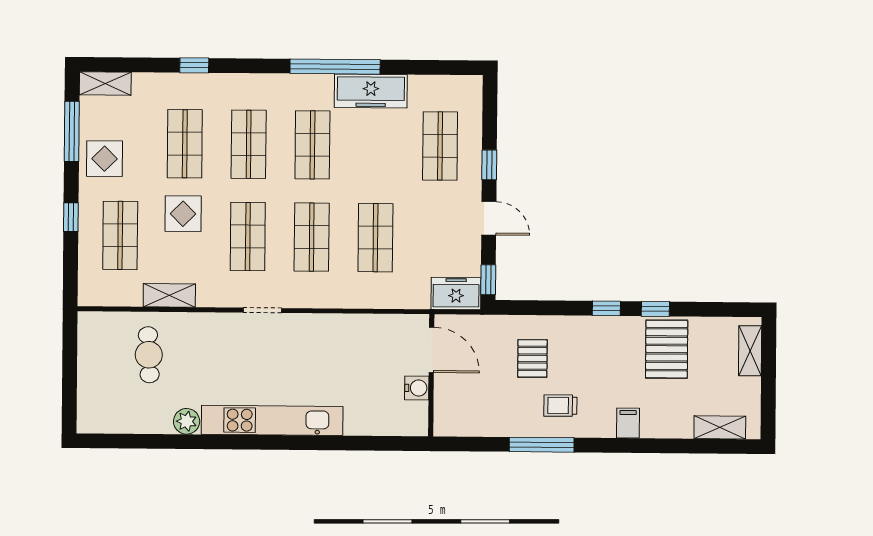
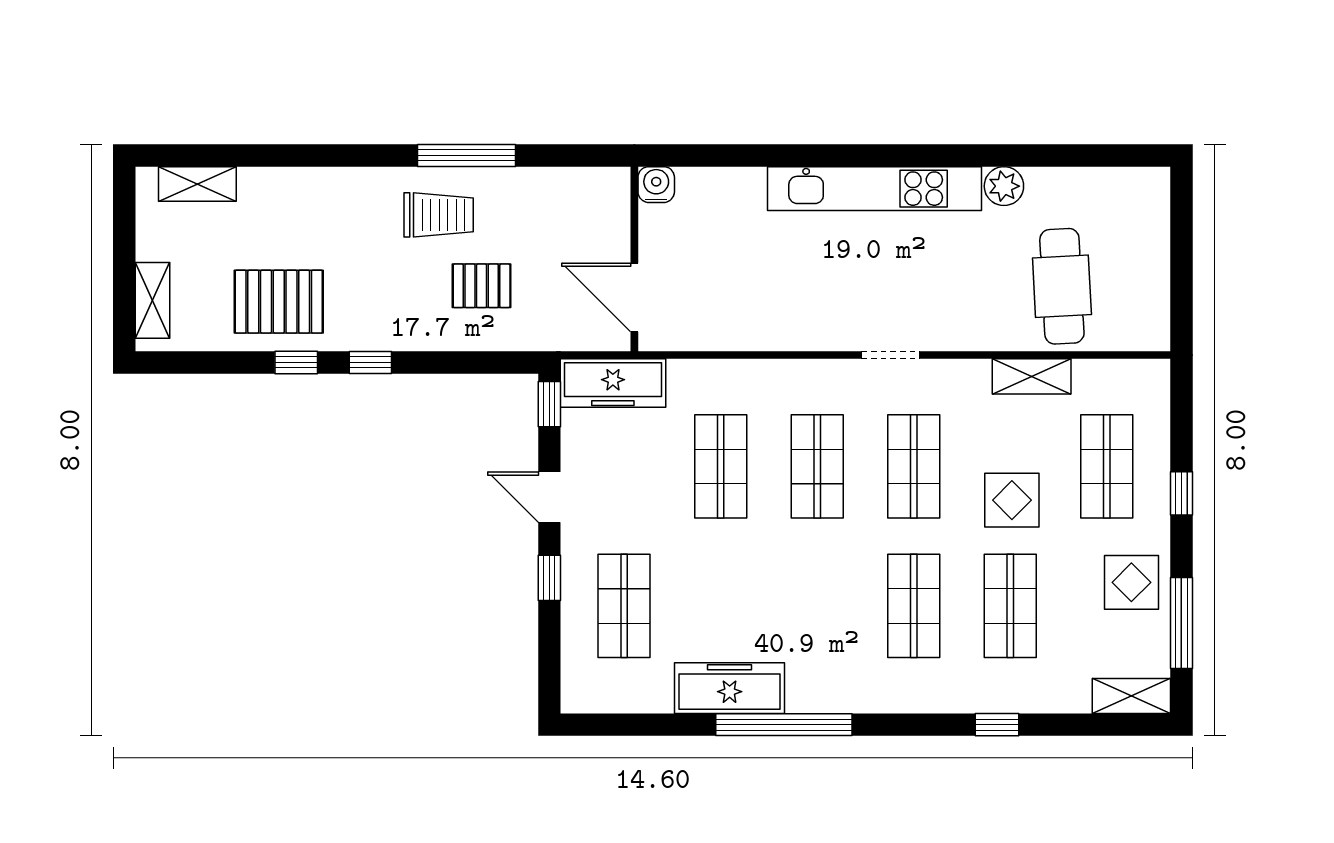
shop shelf: (312, 145) -> (817, 606), removed
freezer: (456, 293) -> (613, 383), width x1.40
pallet: (667, 349) -> (279, 302), turned 90
cafe table: (149, 355) -> (1062, 286), width x1.37, depth x1.35
pallet: (532, 358) -> (482, 286), turned 90
water cooler: (417, 388) -> (656, 185), moved, turned 90
trolley: (560, 406) -> (439, 215), width x1.36, depth x1.39
filing cabinet: (628, 423) -> (336, 189), removed

